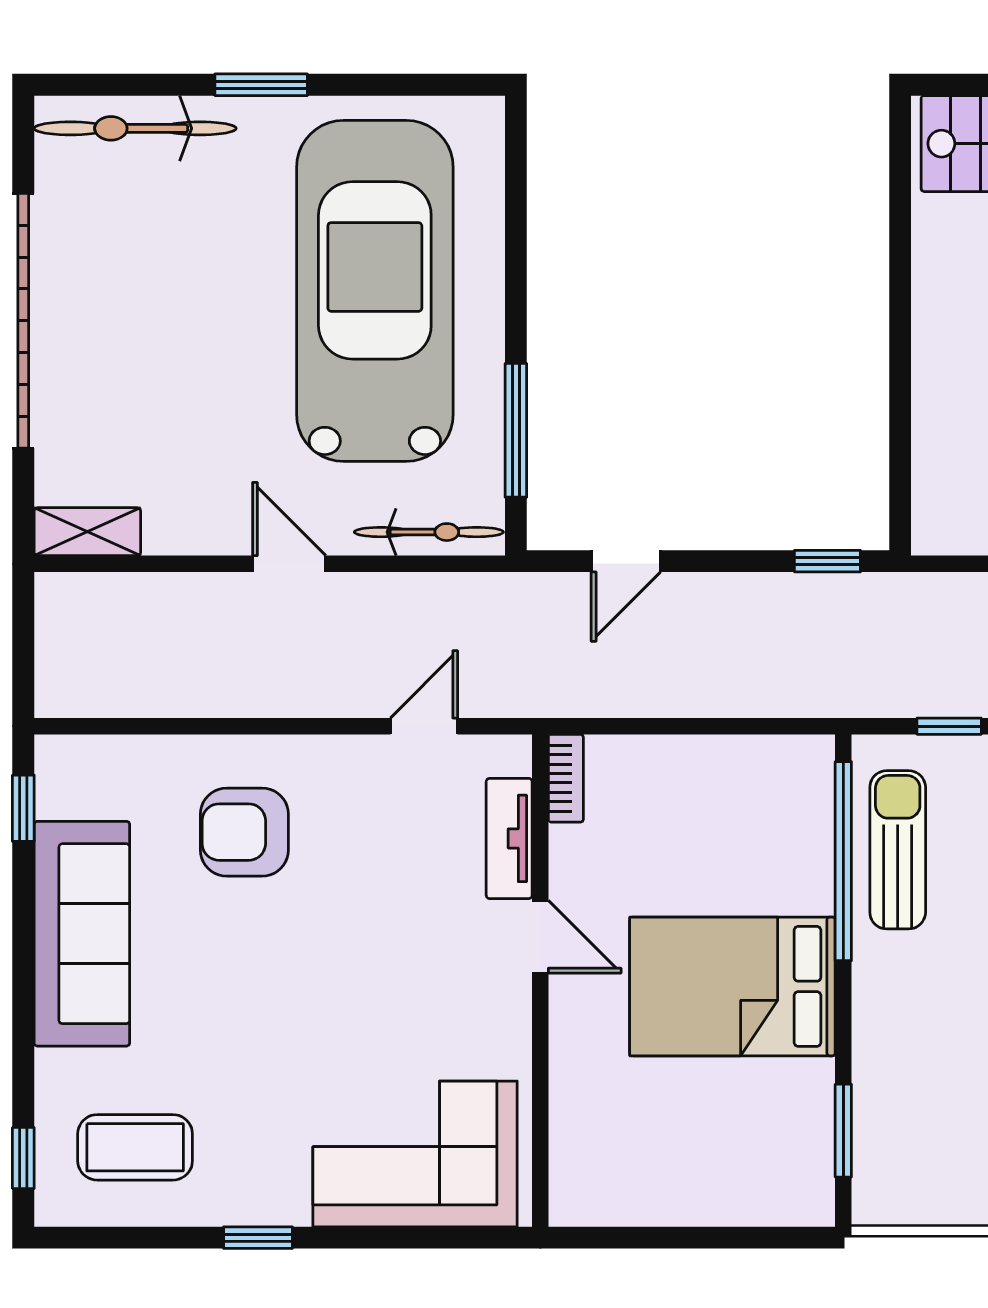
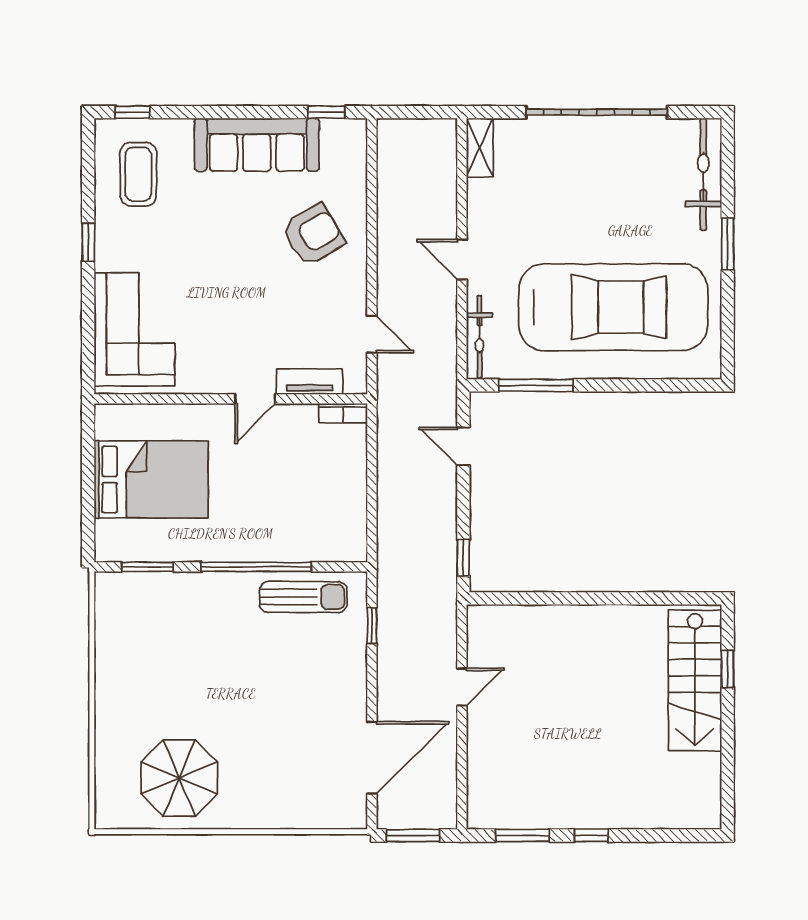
door: (289, 564) -> (462, 260), swing flipped
armchair: (244, 832) -> (313, 235), turned 59
window: (843, 861) -> (256, 567), moved
bed: (732, 986) -> (151, 479), moved, turned 90

